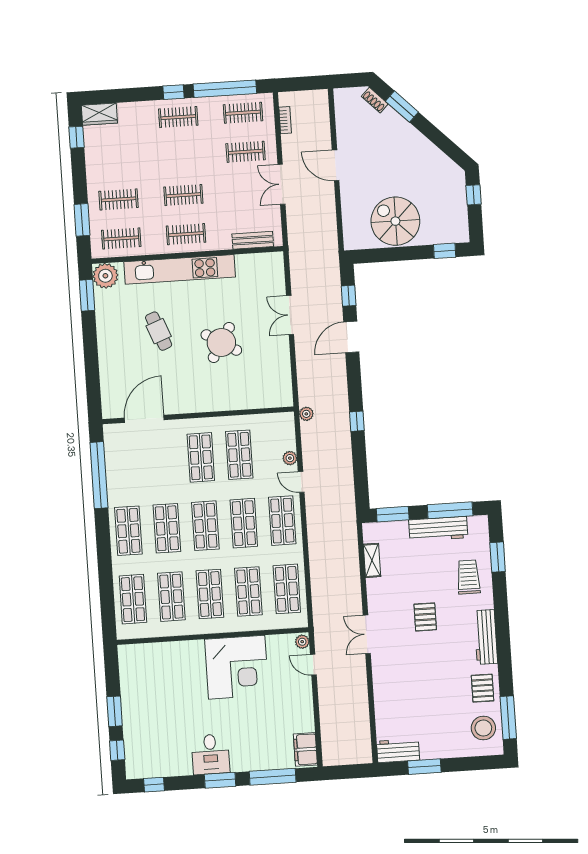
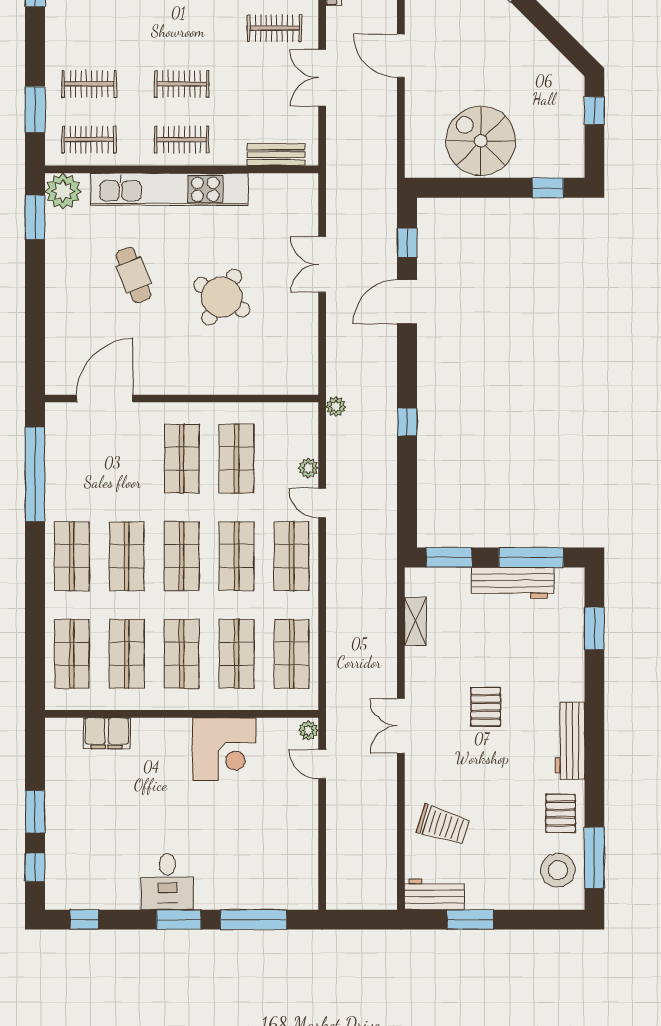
trolley: (468, 577) -> (443, 825), moved, turned 108
corner desk: (237, 667) -> (224, 749), width x0.74, depth x0.74
filing cabinet: (305, 749) -> (107, 733), moved, turned -90

